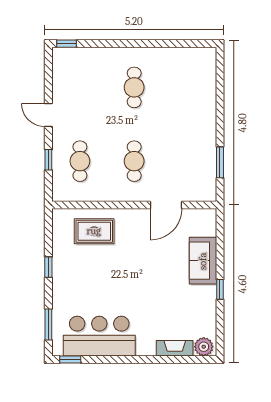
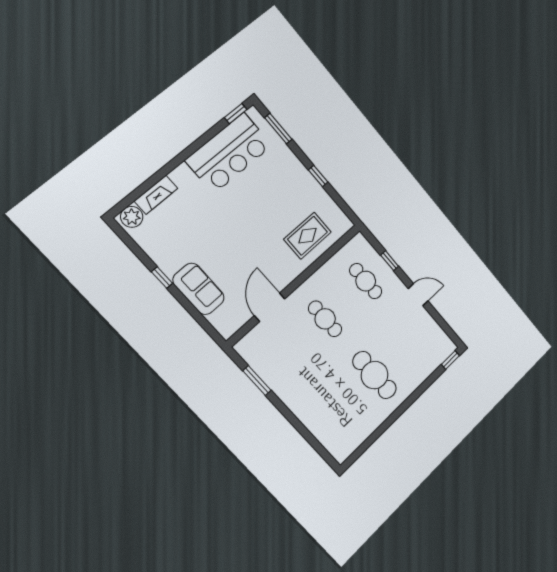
cafe table: (134, 87) -> (375, 375), width x1.37, depth x1.35

